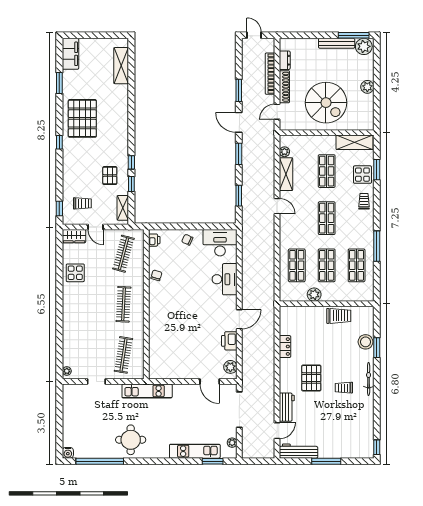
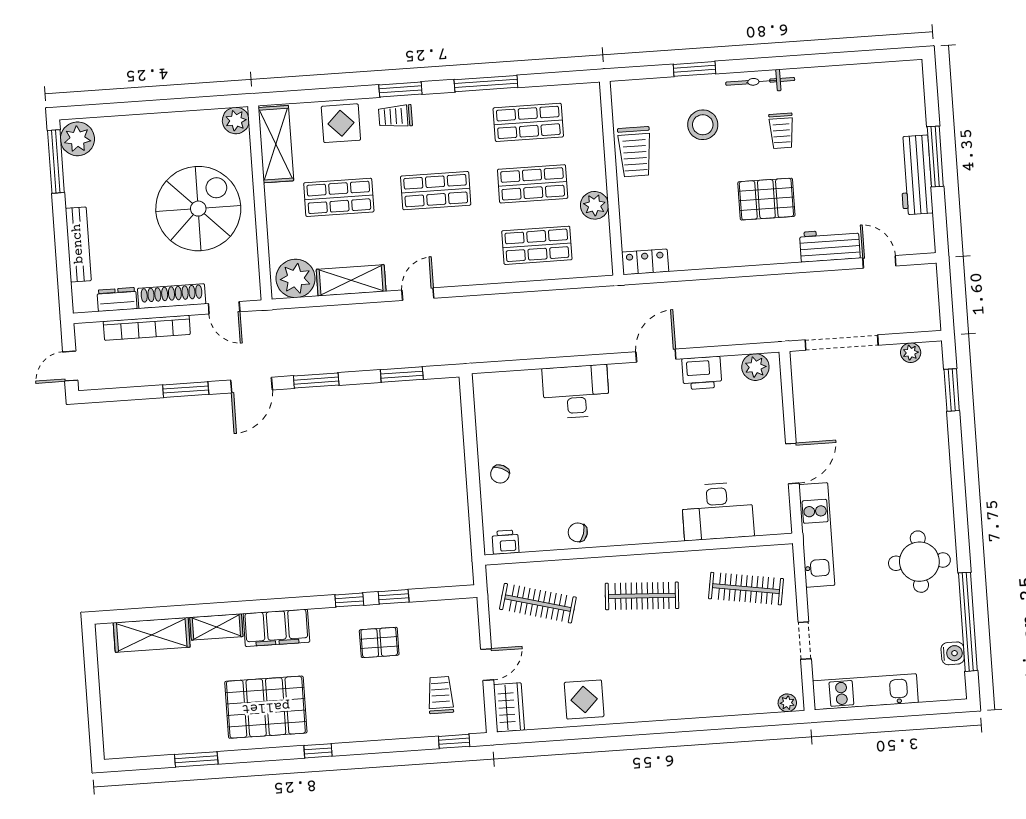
bench: (337, 43) -> (78, 244), moved
filing cabinet: (70, 54) -> (276, 628), moved, turned 180
plant: (367, 87) -> (236, 120), moved
plant: (284, 152) -> (296, 278), width x1.88, depth x1.88
window: (377, 170) -> (400, 89), moved
shelving: (123, 208) -> (216, 627), moved
desk: (220, 243) -> (718, 511), moved, turned -90
trolley: (339, 316) -> (635, 152), turned 180
door: (239, 319) -> (656, 356), hinge flipped
stool: (366, 342) -> (703, 125), moved
locker: (285, 347) -> (645, 262), moved
door: (210, 382) -> (792, 463), moved
window: (377, 447) -> (899, 55), removed
kitchen unit: (195, 451) -> (865, 692), moved, turned 90
workbench: (298, 451) -> (916, 175), moved
water cooler: (68, 453) -> (953, 653), moved

